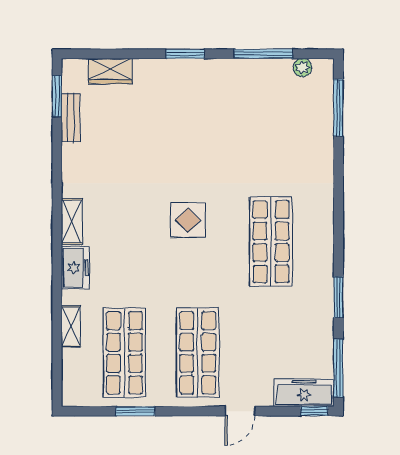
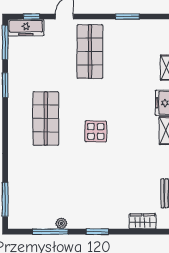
plant: (302, 68) -> (61, 223), moved
shop shelf: (124, 353) -> (134, 52), removed
window: (314, 411) -> (32, 16), moved

